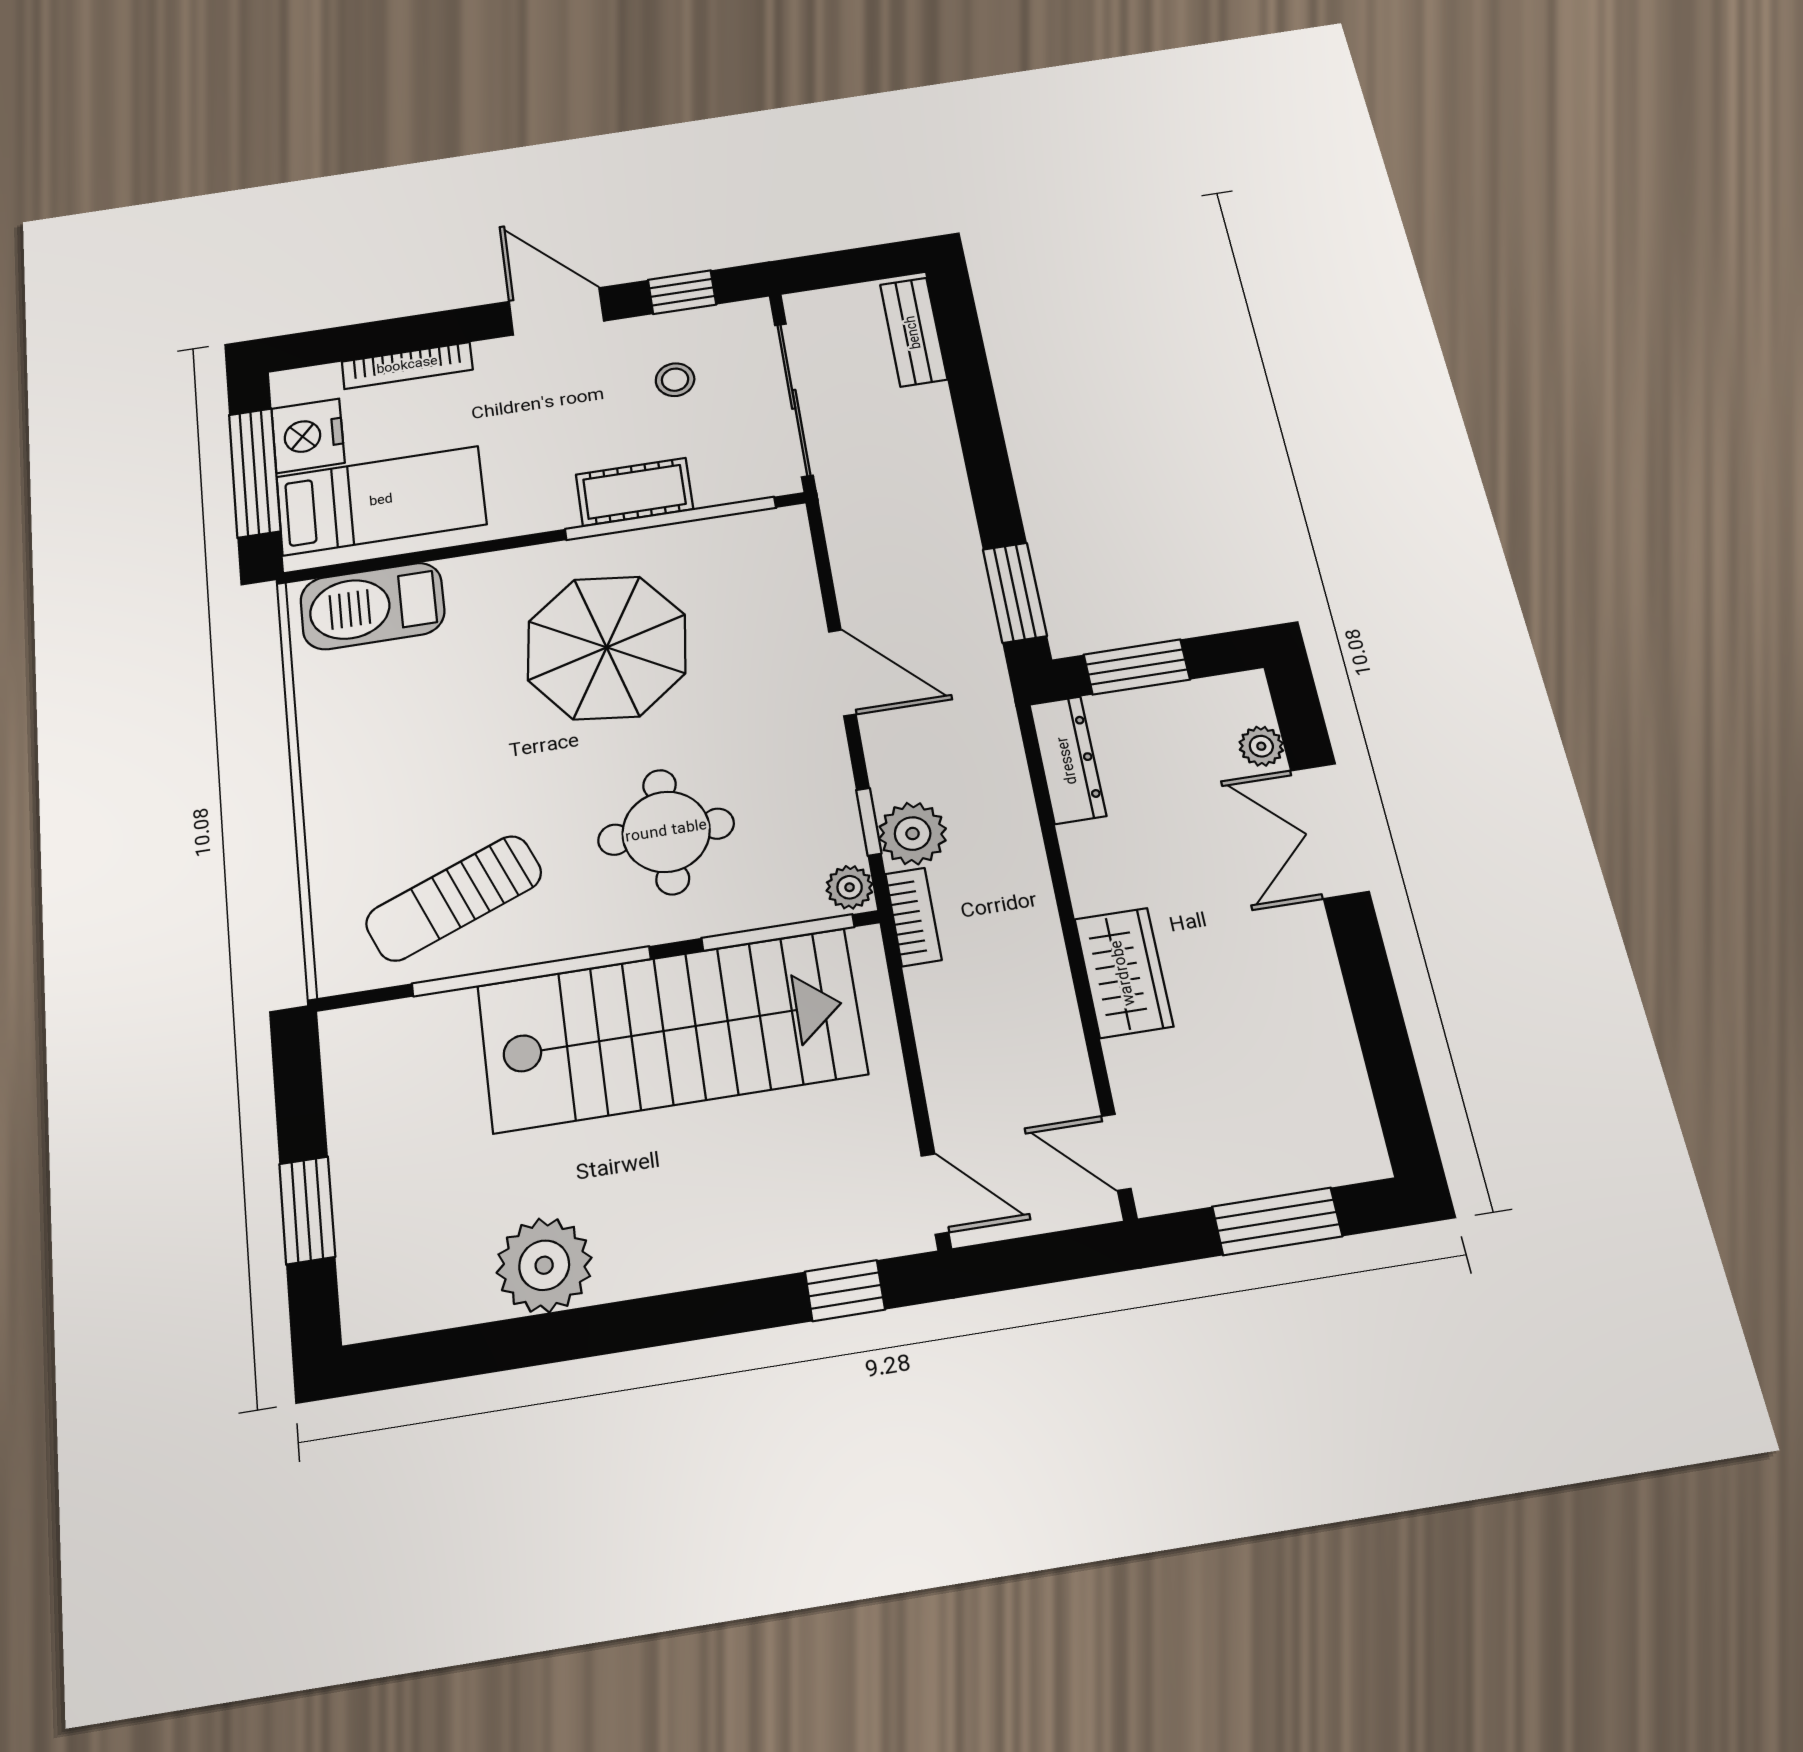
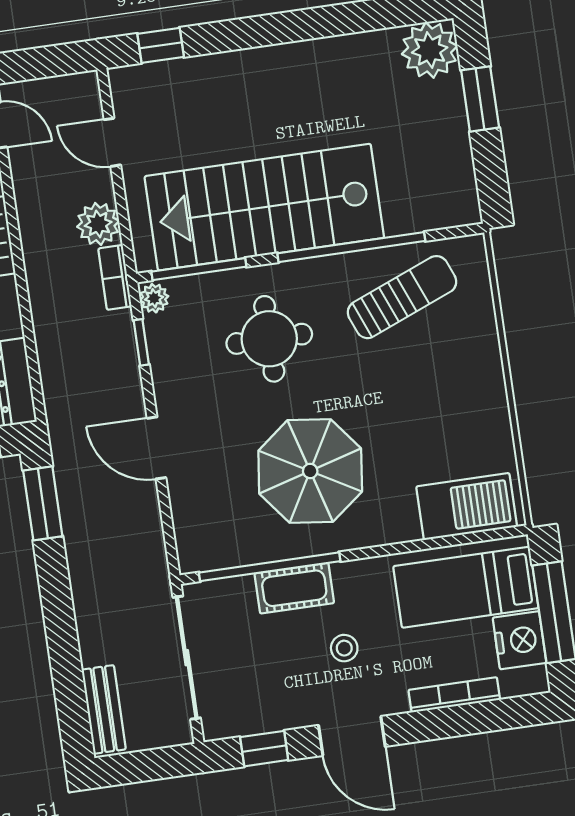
stool: (675, 380) -> (344, 648), moved
plant: (913, 834) -> (98, 224), moved
door: (935, 1194) -> (112, 142), moved
plant: (544, 1265) -> (430, 50), moved

